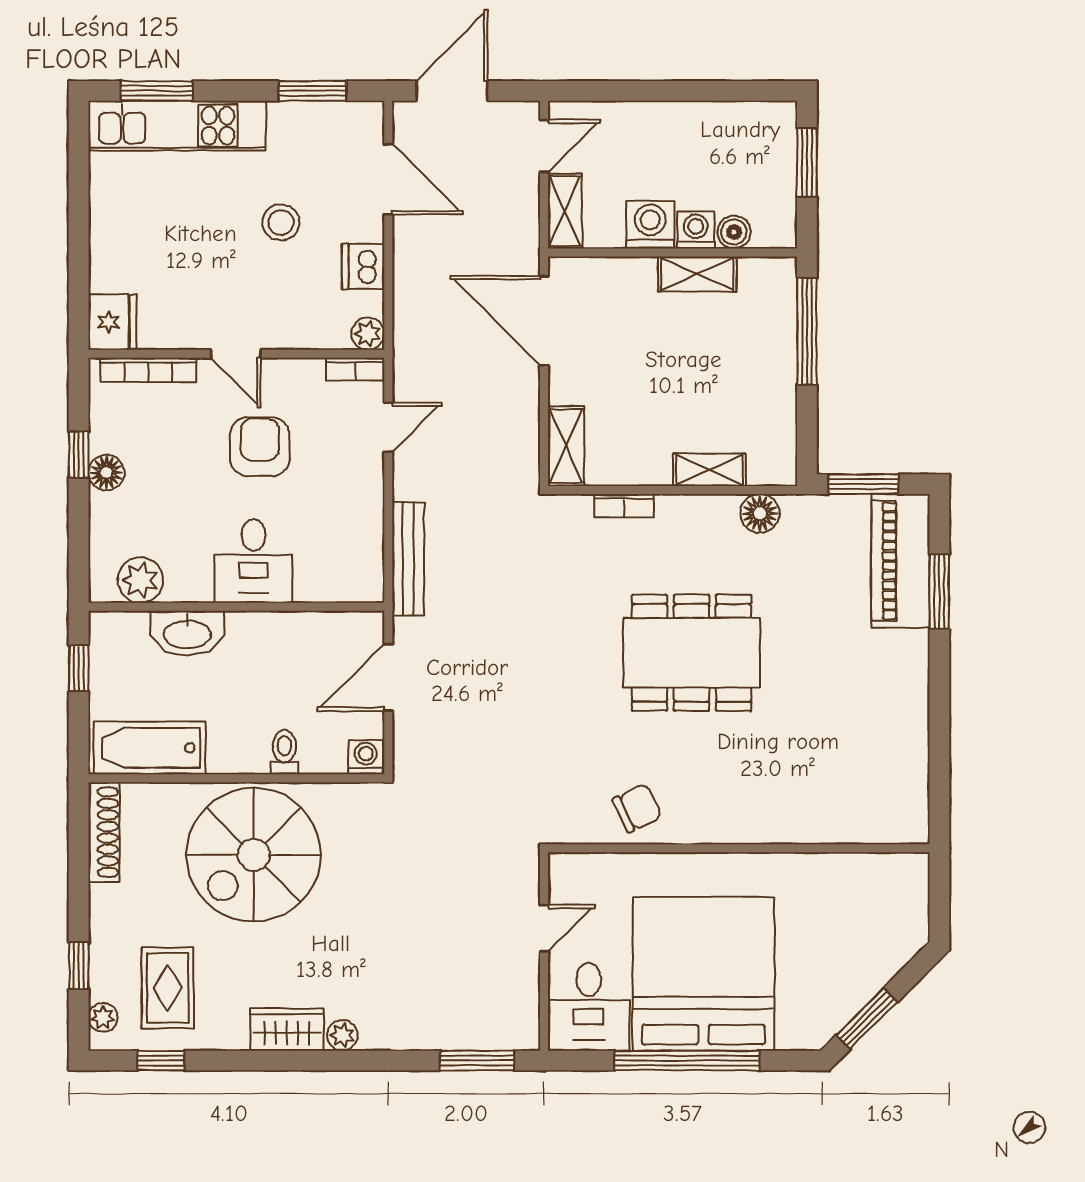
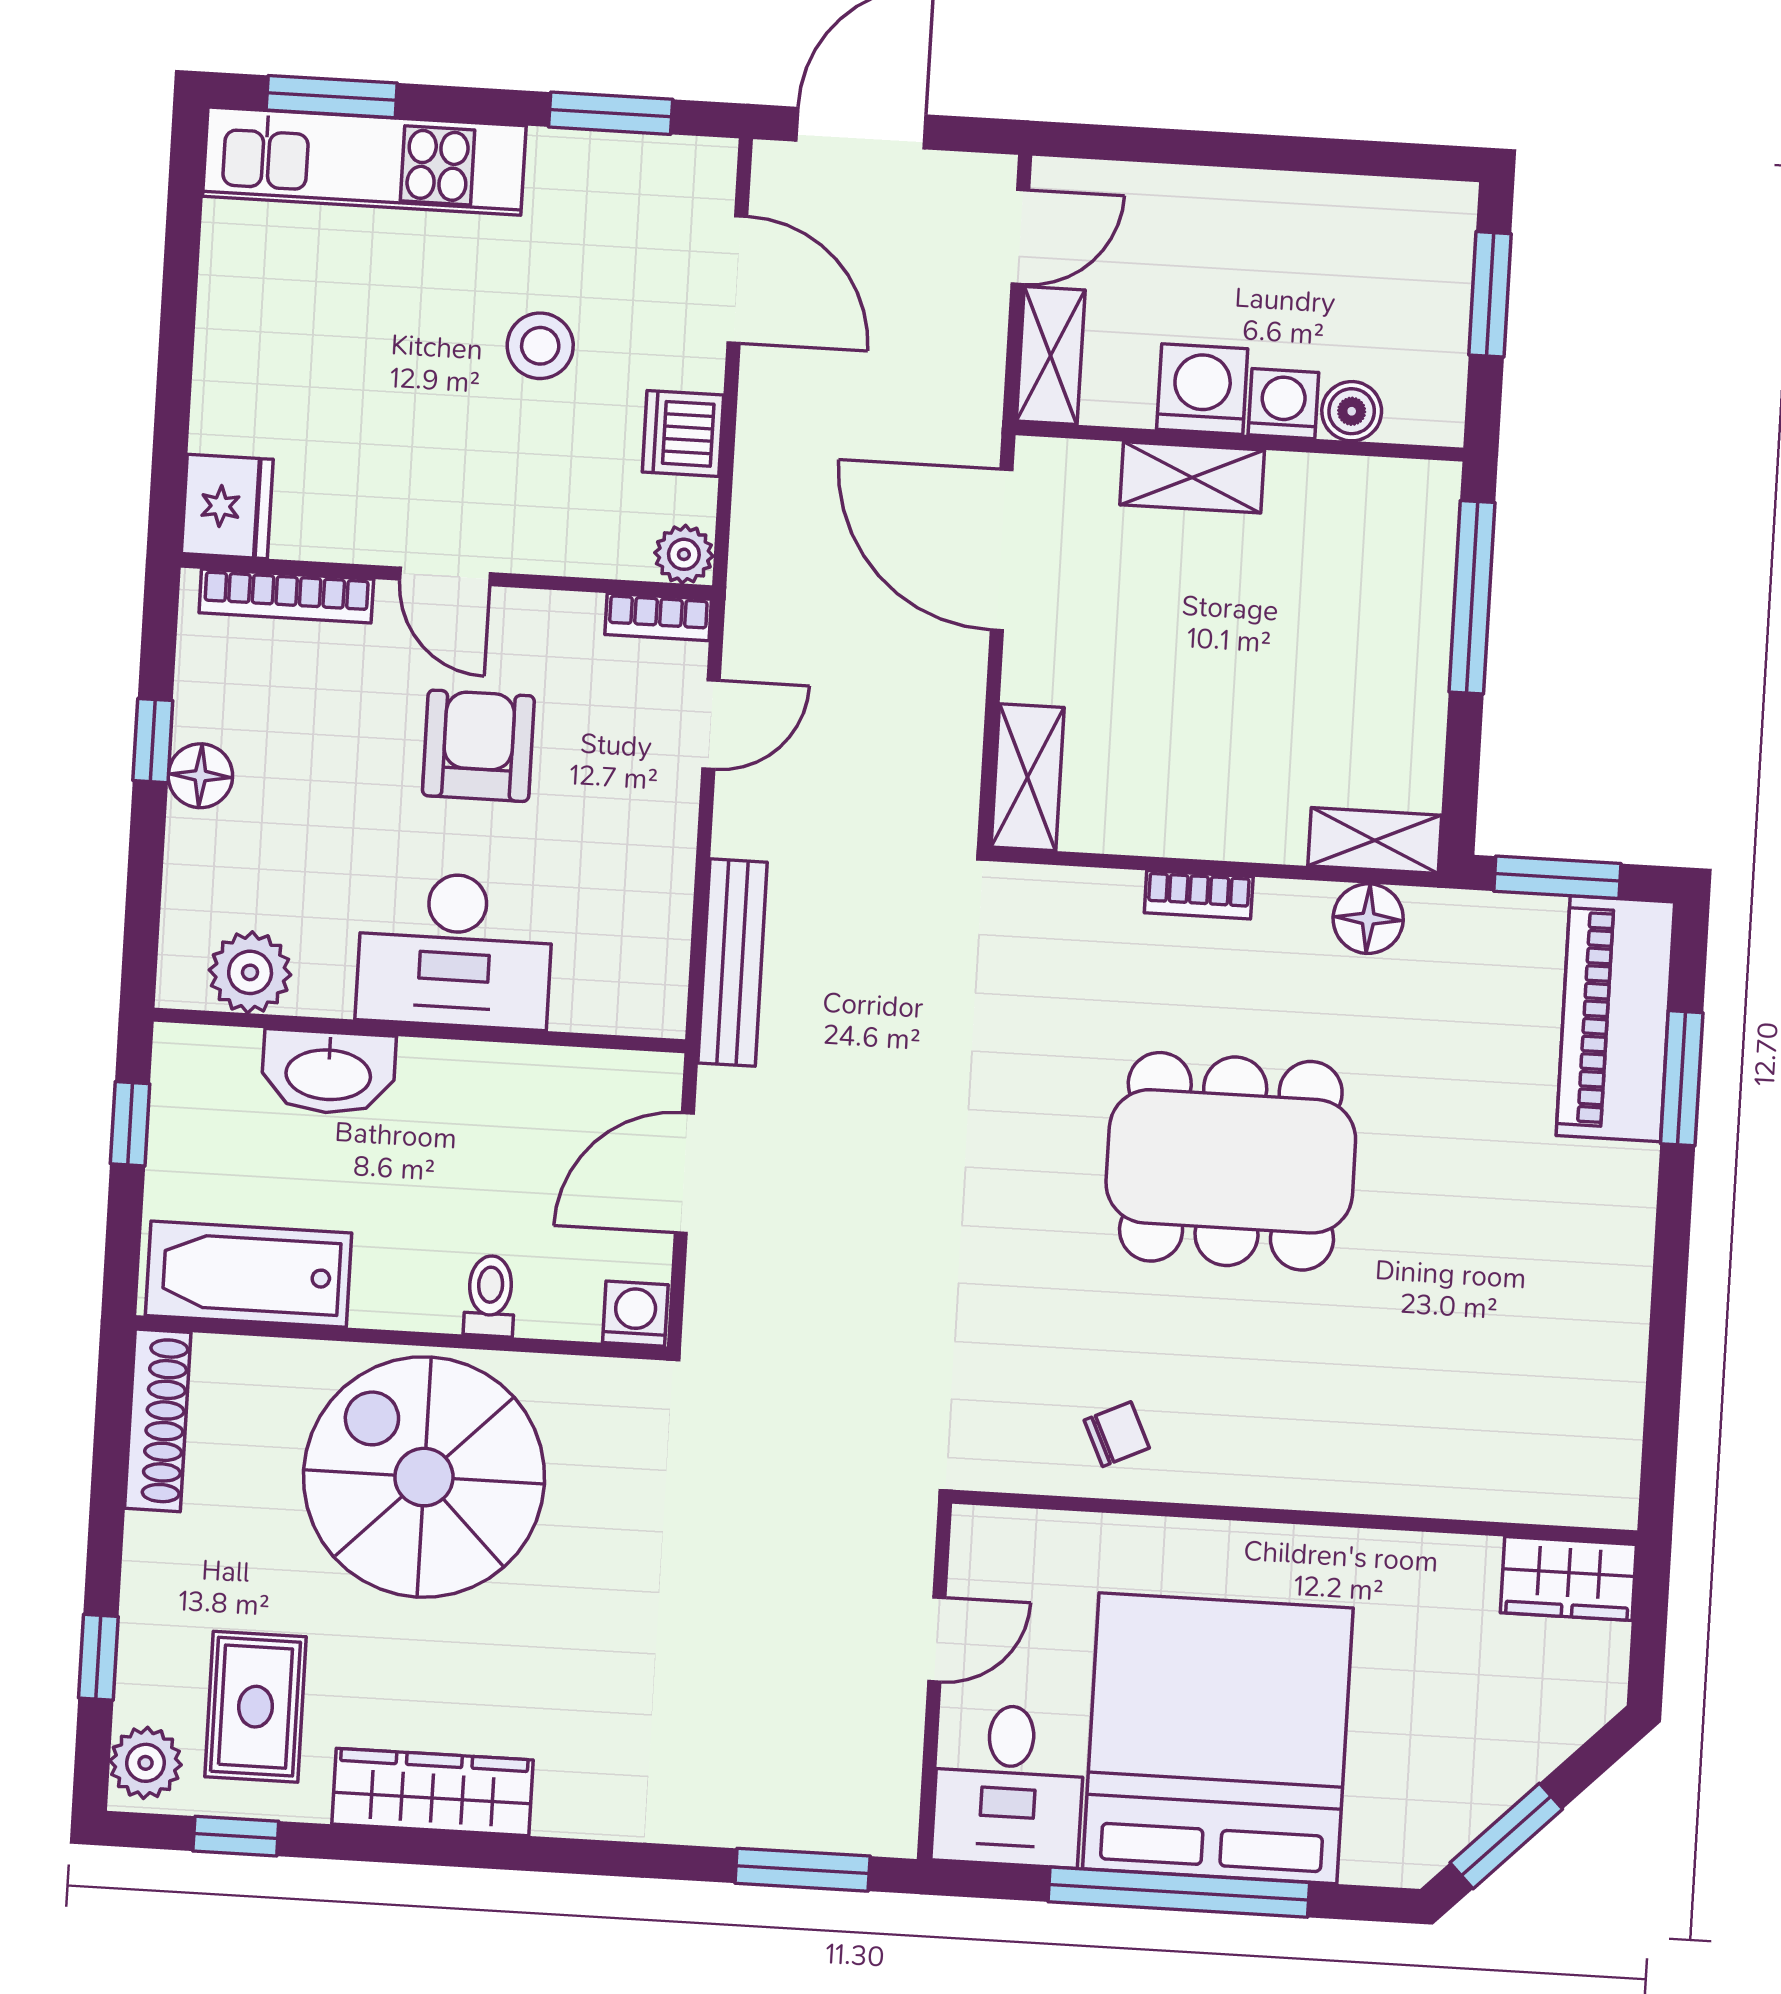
shelving: (697, 274) -> (1192, 477), moved
shelving: (709, 470) -> (1375, 841), moved
bookcase: (624, 506) -> (1199, 895), moved
desk: (254, 561) -> (455, 950), width x1.37
chair: (637, 808) -> (1117, 1434), width x0.73, depth x0.73
spiral stairs: (254, 855) -> (424, 1477), turned 90
wardrobe: (893, 873) -> (1568, 1579), added
plant: (103, 1017) -> (146, 1763), width x1.38, depth x1.38
wardrobe: (287, 1030) -> (432, 1792), width x1.50
plant: (342, 1035) -> (564, 1810), removed

